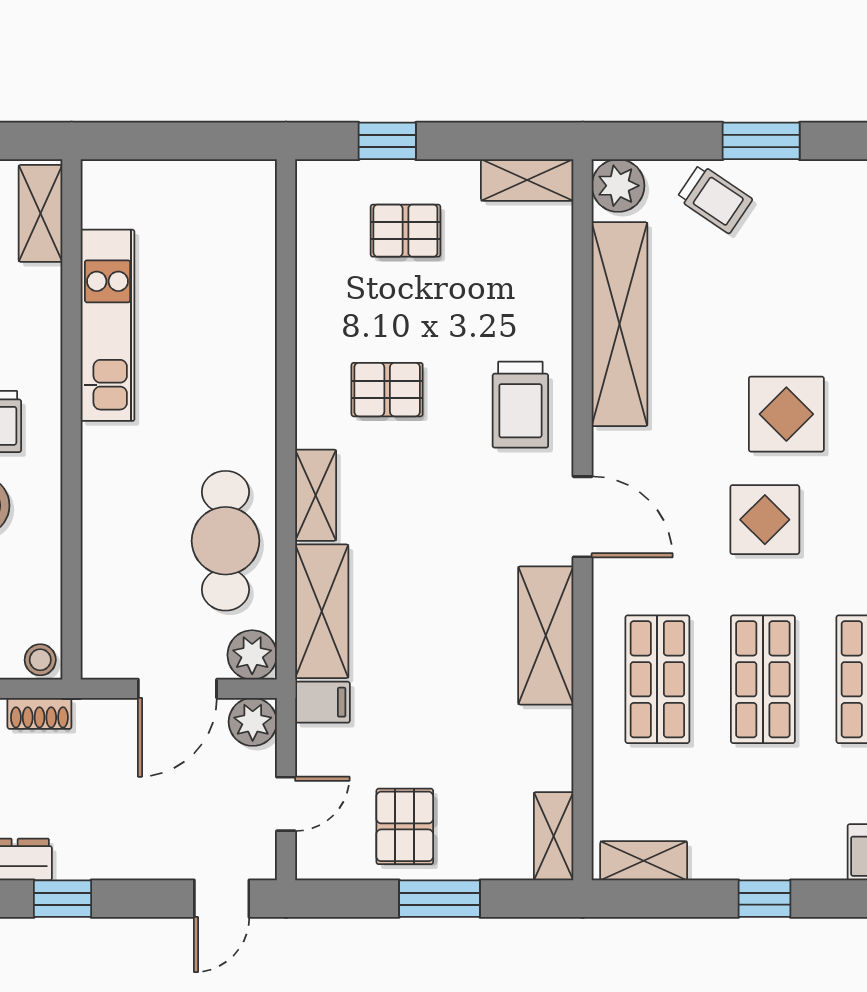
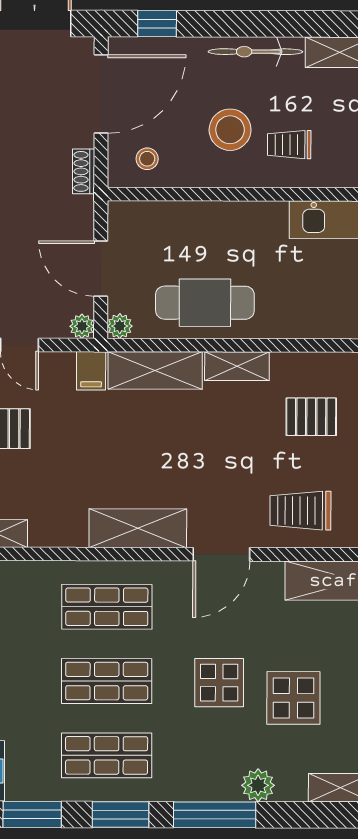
pallet: (387, 390) -> (311, 417), turned 90
plant: (252, 655) -> (120, 326), width x0.73, depth x0.73
stool: (40, 660) -> (147, 159), moved
plant: (253, 722) -> (82, 326), width x0.73, depth x0.73

